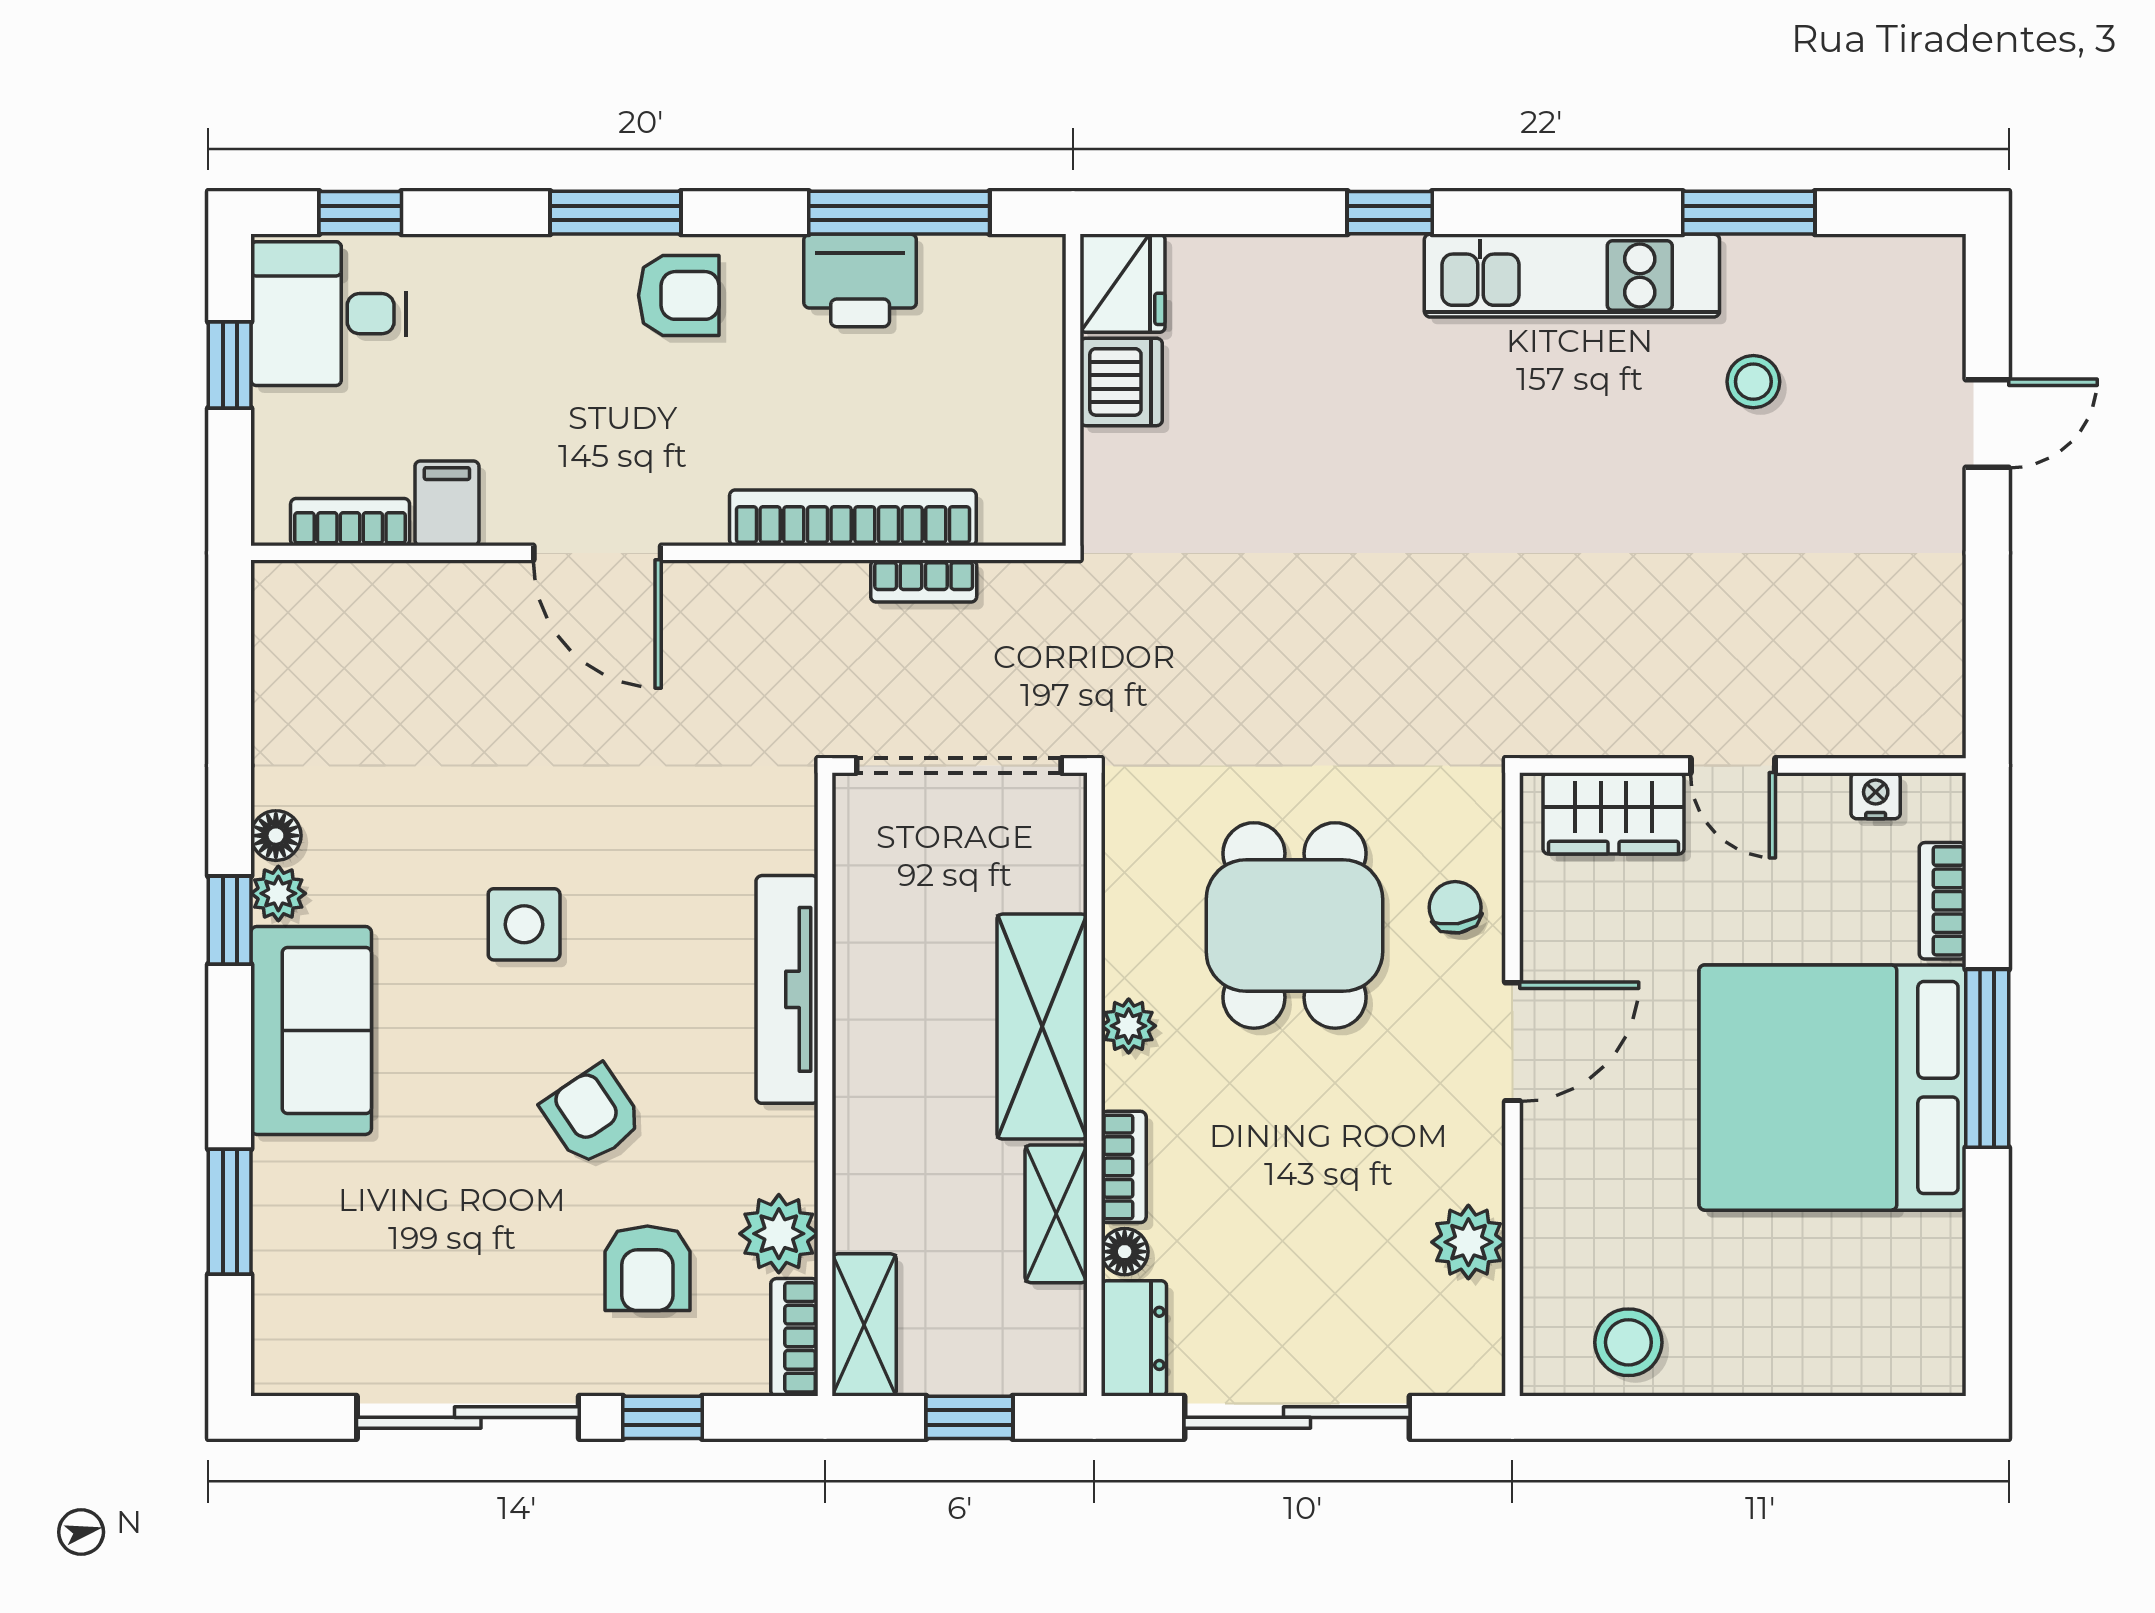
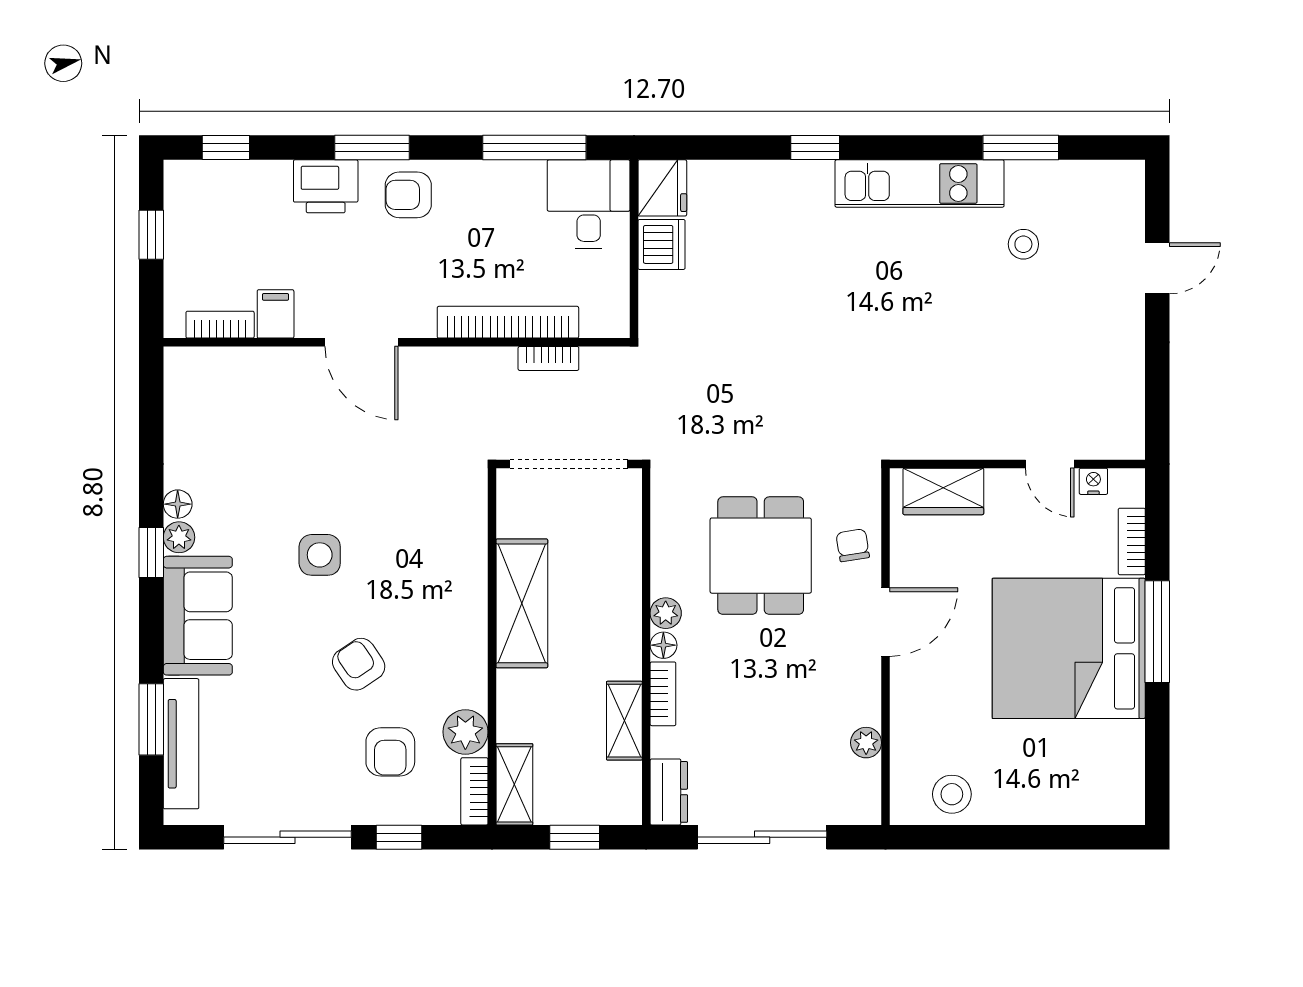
printer: (860, 280) -> (326, 186), moved
armchair: (679, 295) -> (408, 195), turned 180
desk: (329, 314) -> (589, 204), moved, turned 90
door: (1733, 765) -> (1050, 464), moved
tv unit: (787, 989) -> (181, 744), moved, turned 180
shelving: (1042, 1027) -> (522, 603), moved
plant: (1468, 1242) -> (866, 743), width x0.73, depth x0.73
floor lamp: (1125, 1252) -> (663, 645), moved

